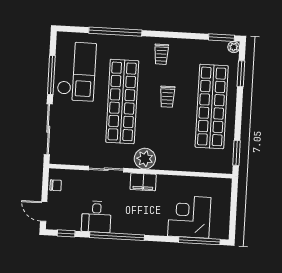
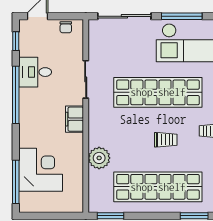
trolley: (167, 97) -> (166, 140), turned 180
plant: (145, 159) -> (99, 158), moved

